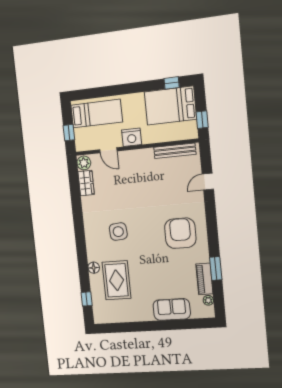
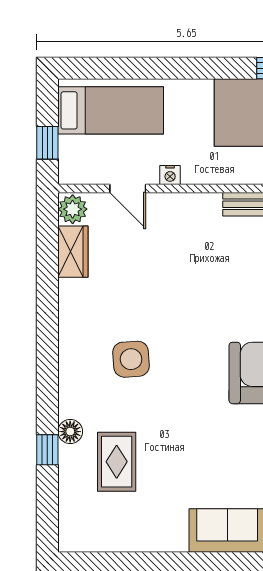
nightstand: (132, 137) -> (170, 175), width x0.53, depth x0.56
rug: (117, 280) -> (117, 462), width x0.73, depth x0.70
window: (87, 299) -> (47, 450), moved

